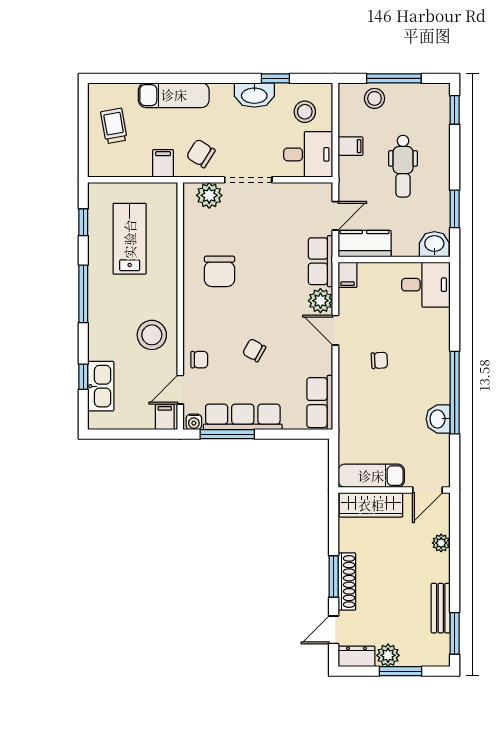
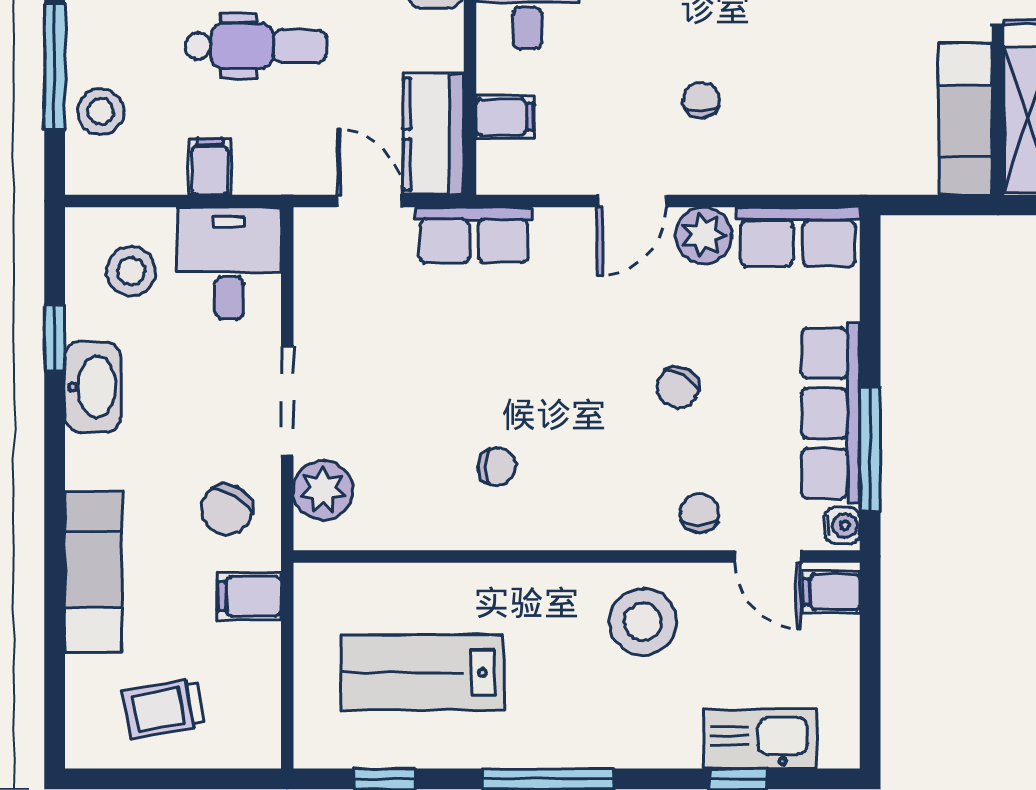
chair: (219, 271) -> (497, 467), width x0.54, depth x0.54
filing cabinet: (348, 275) -> (505, 117), moved
plant: (320, 301) -> (704, 235), moved

